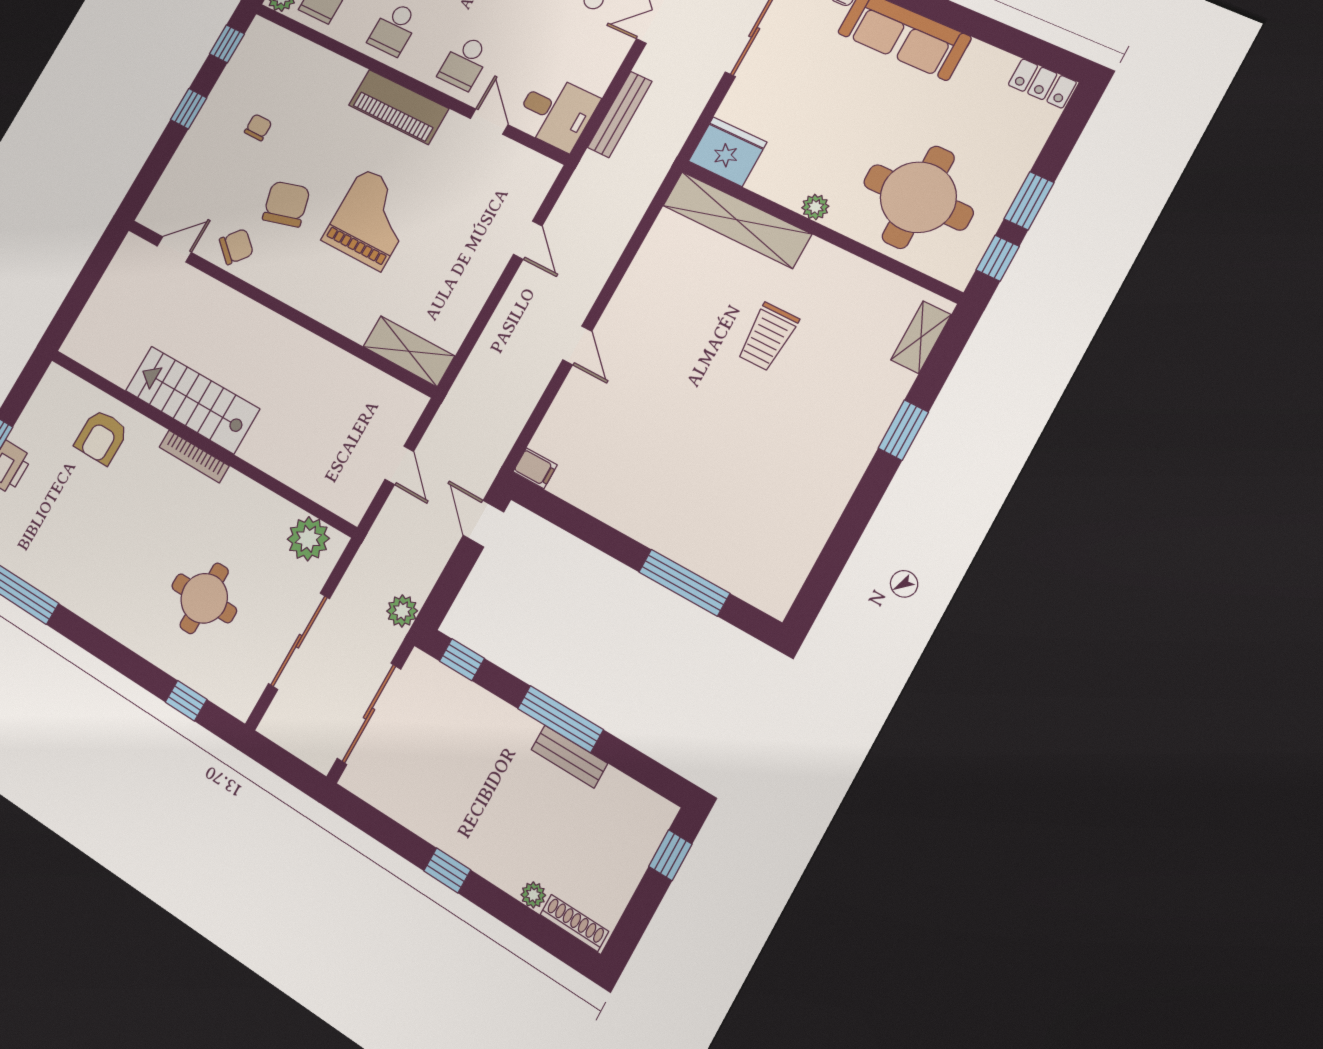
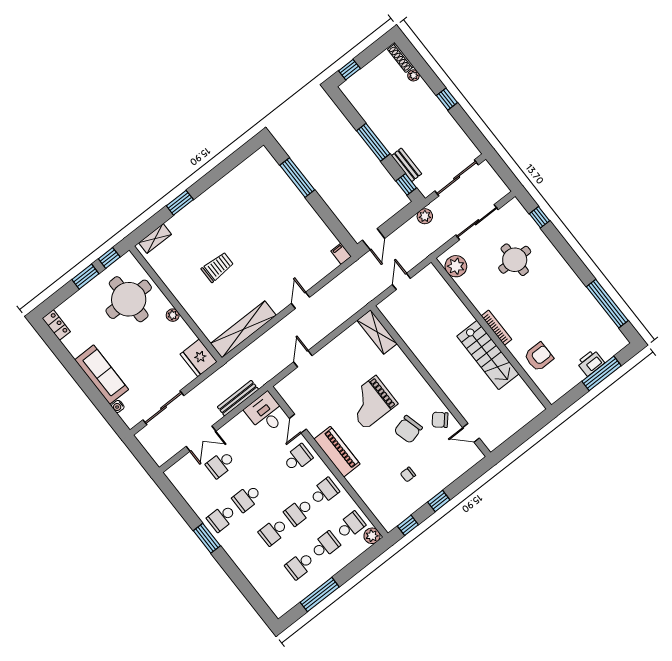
shelving: (737, 220) -> (243, 329), moved, turned 90
bench: (569, 756) -> (407, 165), moved

